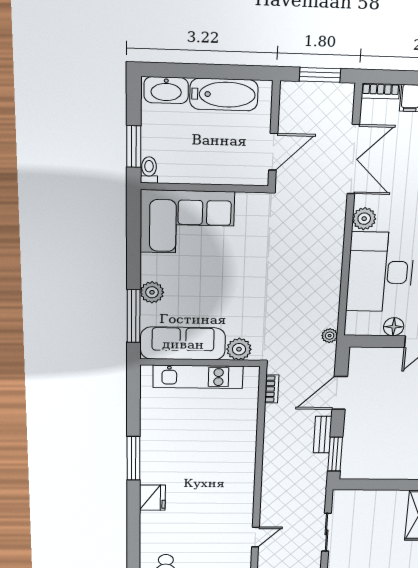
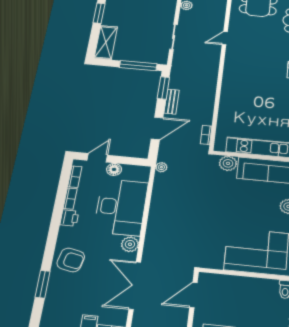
window: (372, 485) -> (138, 66), added

